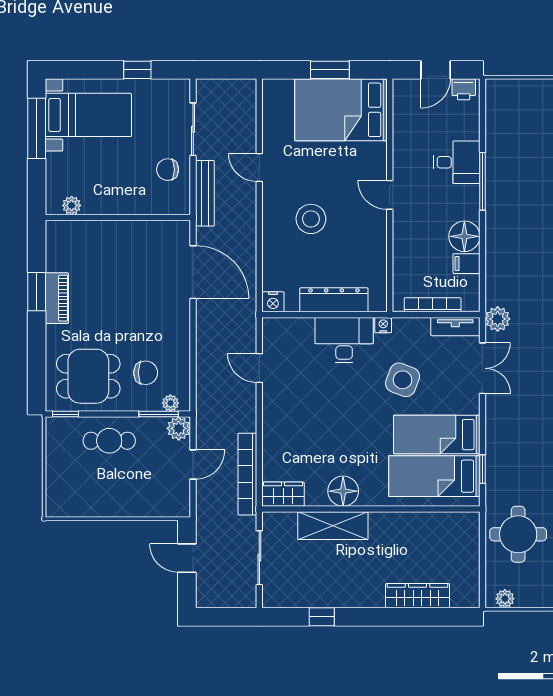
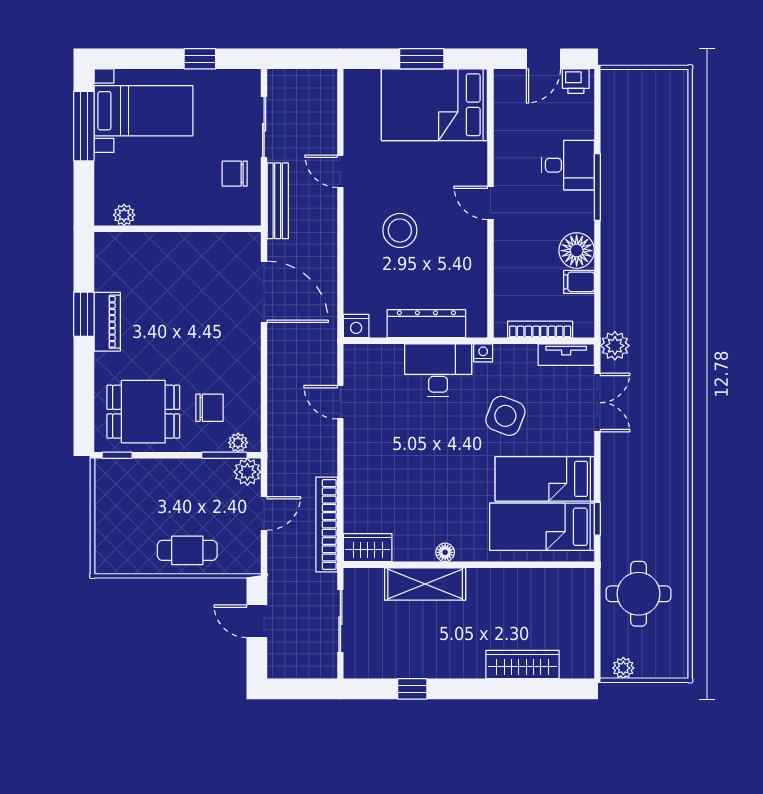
cafe table: (109, 441) -> (187, 550), moved
floor lamp: (343, 491) -> (445, 552), width x0.53, depth x0.53

